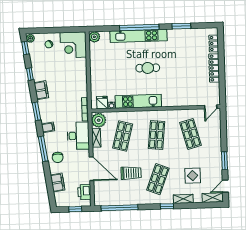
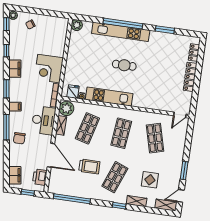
corner desk: (73, 45) -> (49, 69), moved
filing cabinet: (58, 183) -> (15, 175), moved

